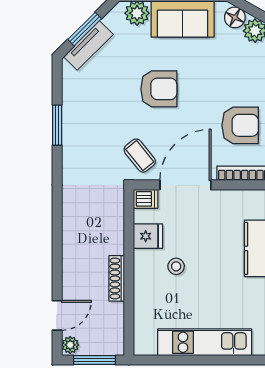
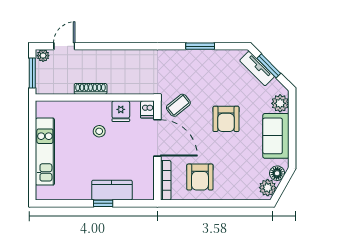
door: (57, 315) -> (64, 46), swing flipped

